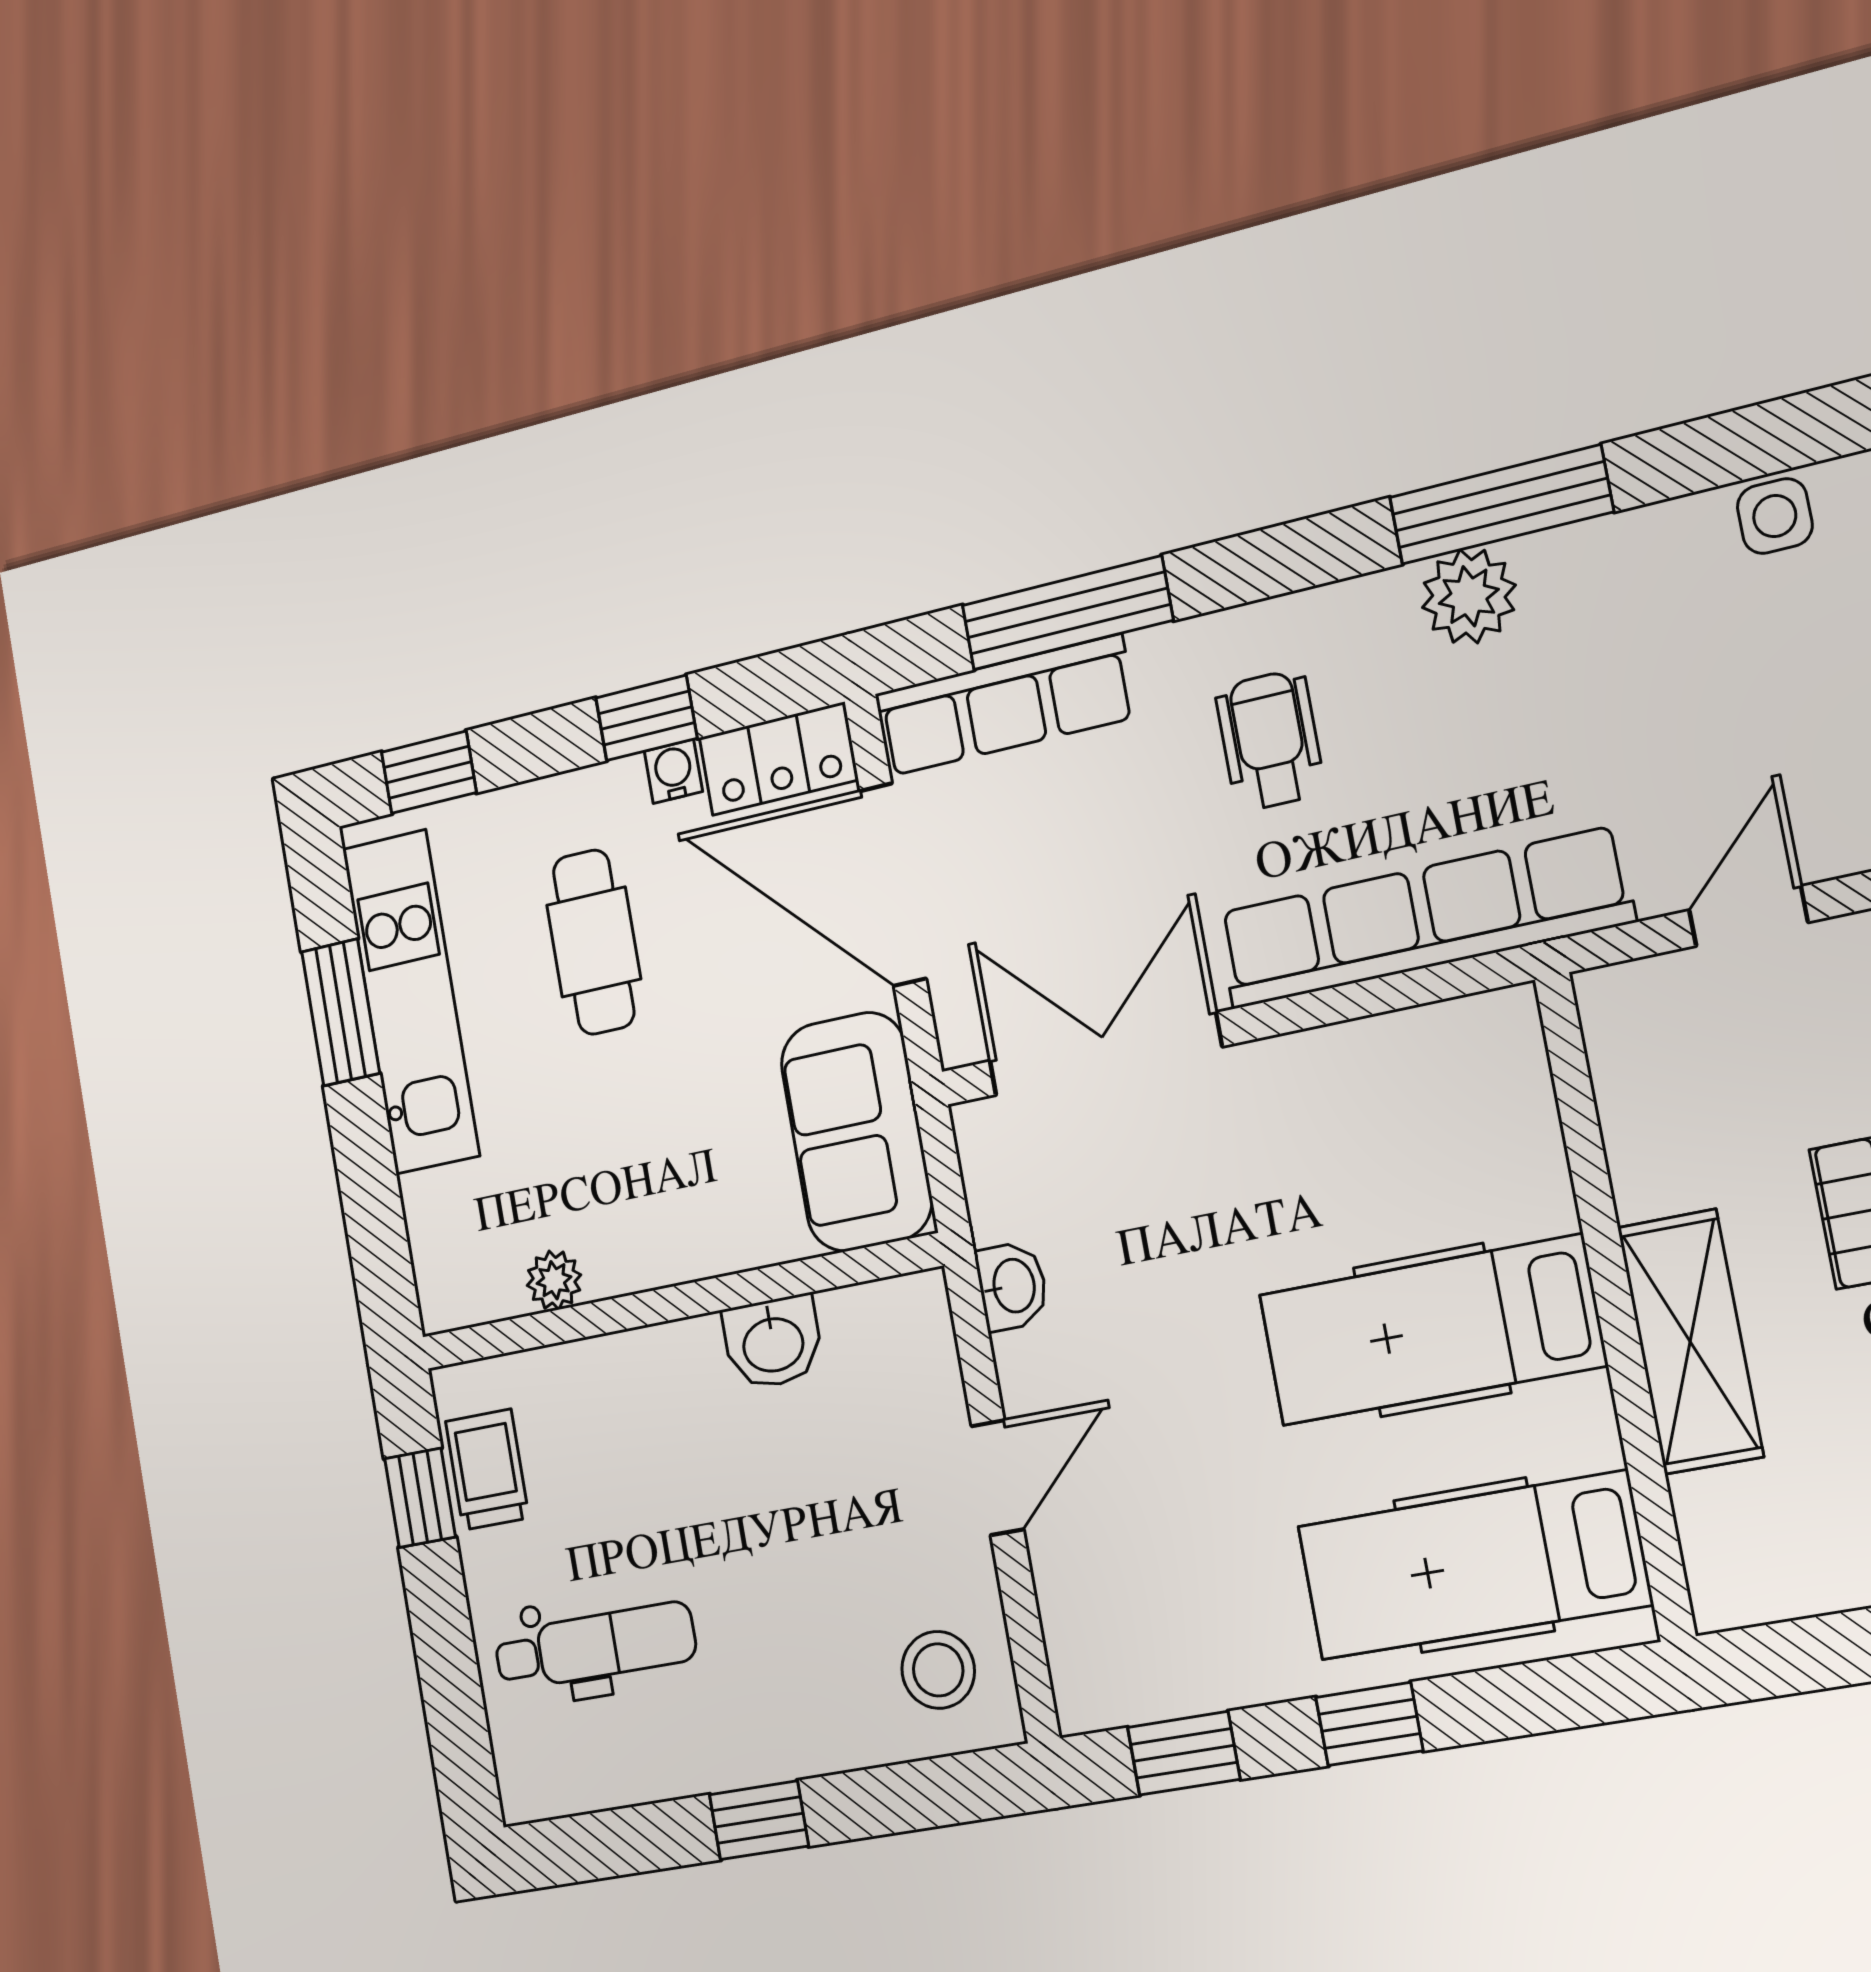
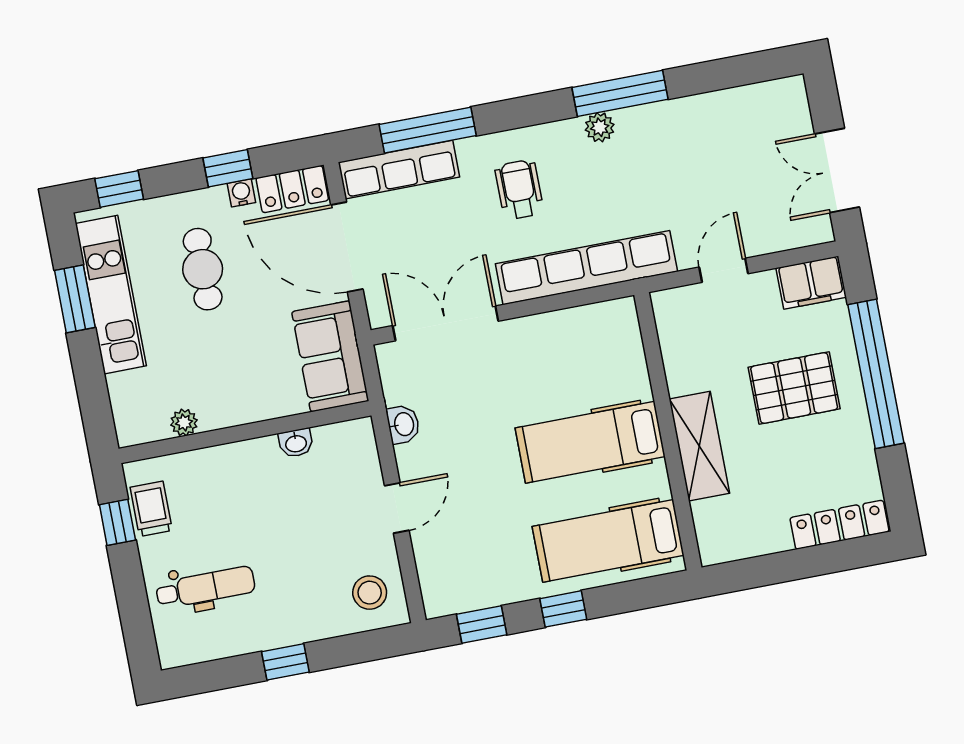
side table: (1775, 516) -> (735, 105), removed
plant: (1469, 596) -> (600, 127), width x0.73, depth x0.73
washbasin: (773, 1342) -> (296, 443), width x0.72, depth x0.69

